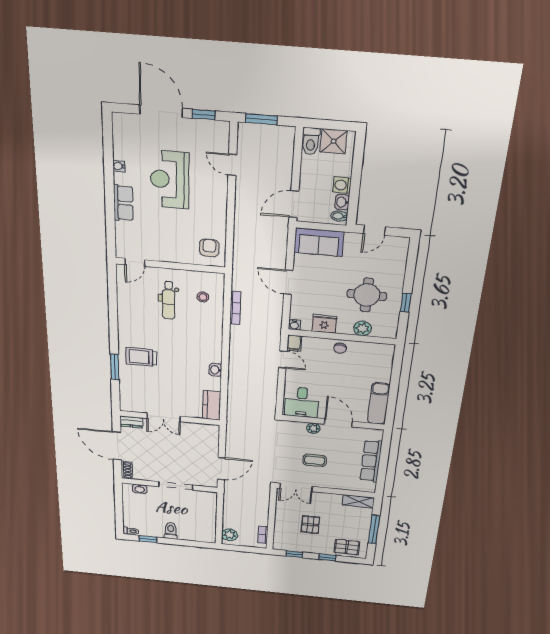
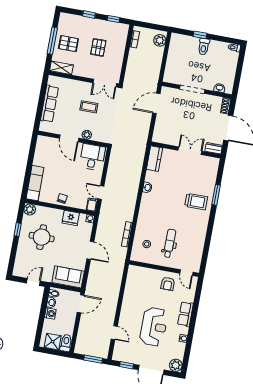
plant: (122, 123) -> (176, 365), added
armchair: (209, 248) -> (168, 284), moved
door: (135, 262) -> (186, 273), swing flipped
plant: (362, 328) -> (30, 209), moved
exam couch: (379, 404) -> (35, 183), moved
double door: (296, 487) -> (105, 83), swing flipped
window: (148, 539) -> (200, 35), moved
pallet: (347, 547) -> (68, 44), moved

